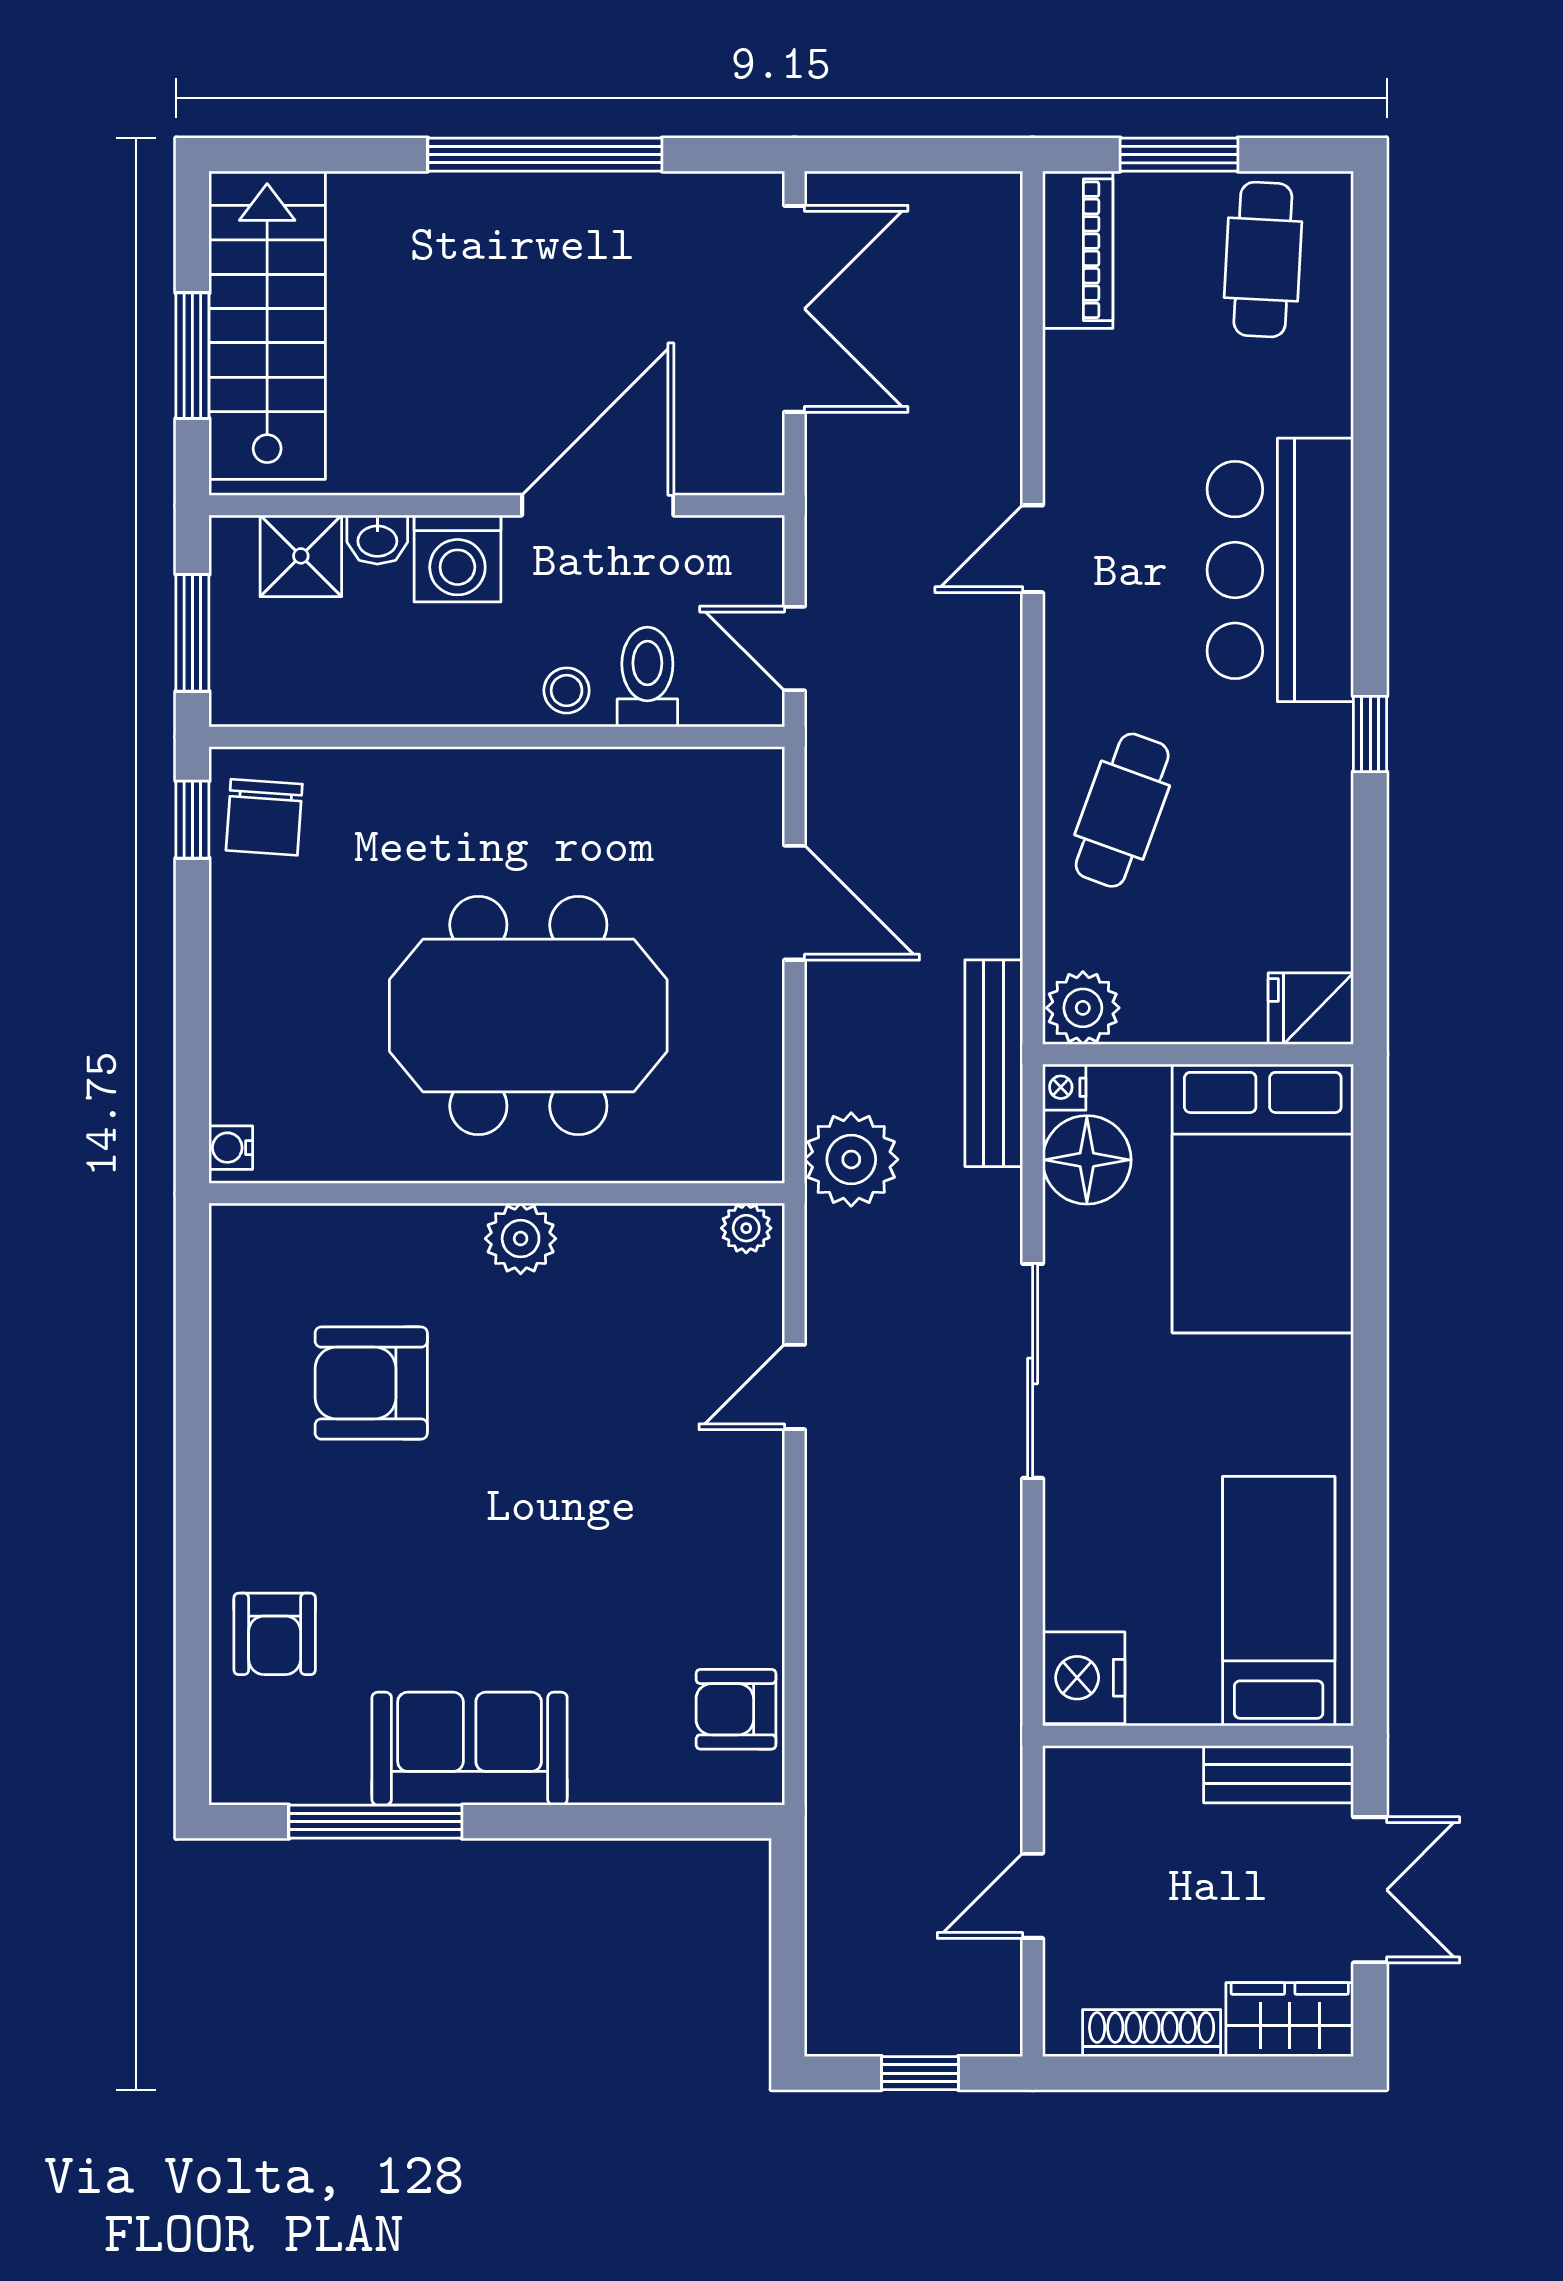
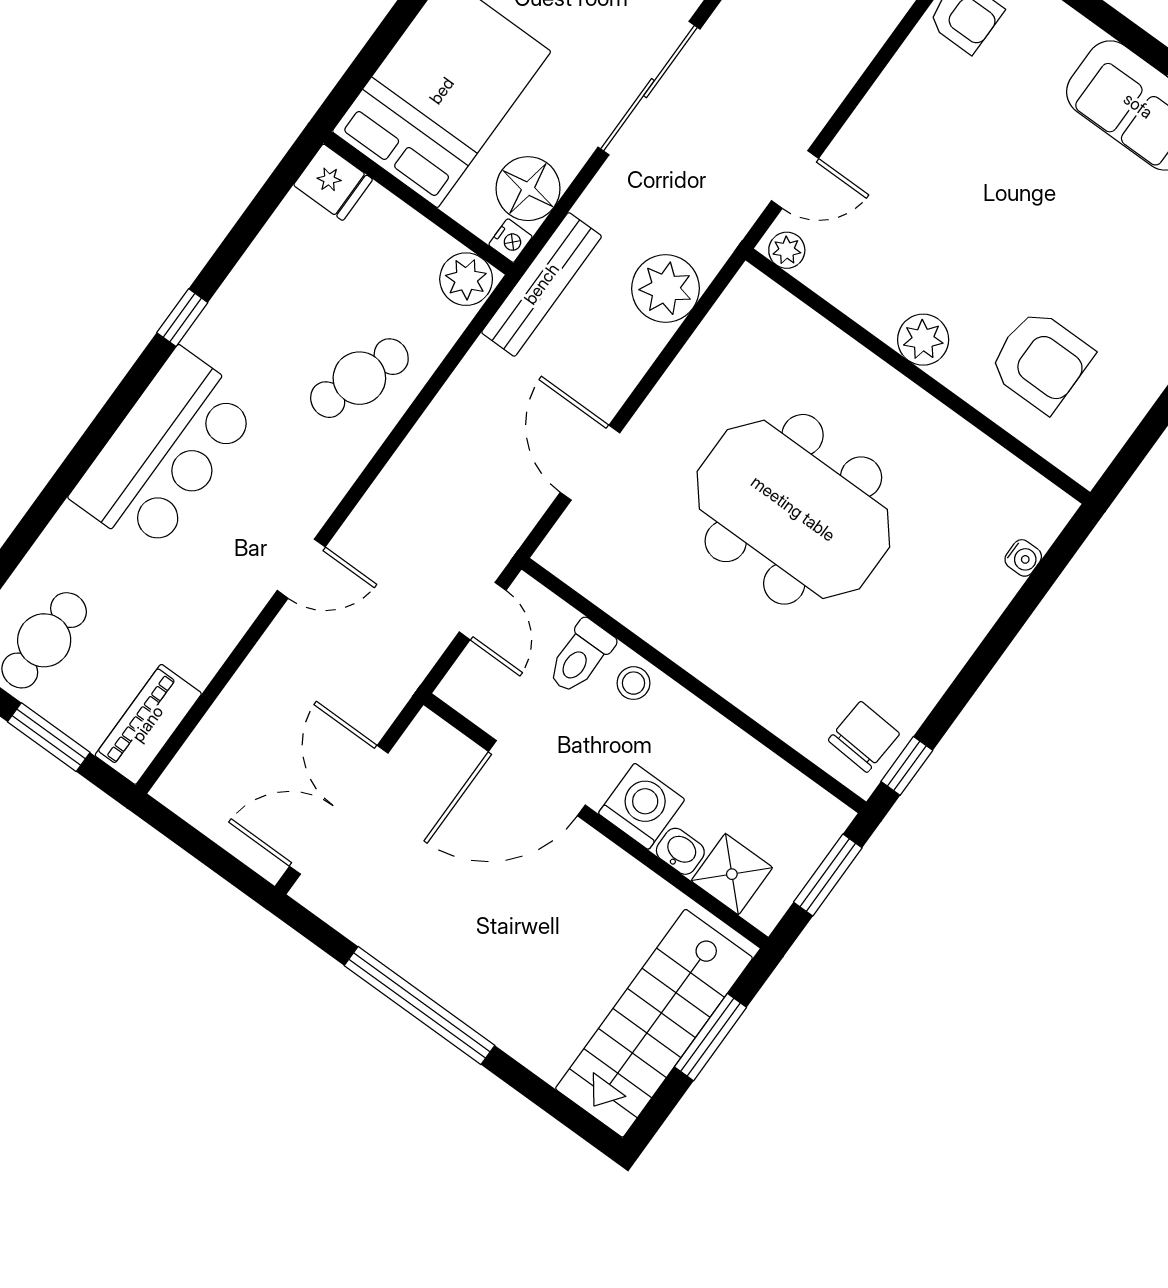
wall: (497, 1193) -> (918, 376), moved
plant: (746, 1228) -> (787, 250), moved
plant: (521, 1239) -> (923, 340), moved

